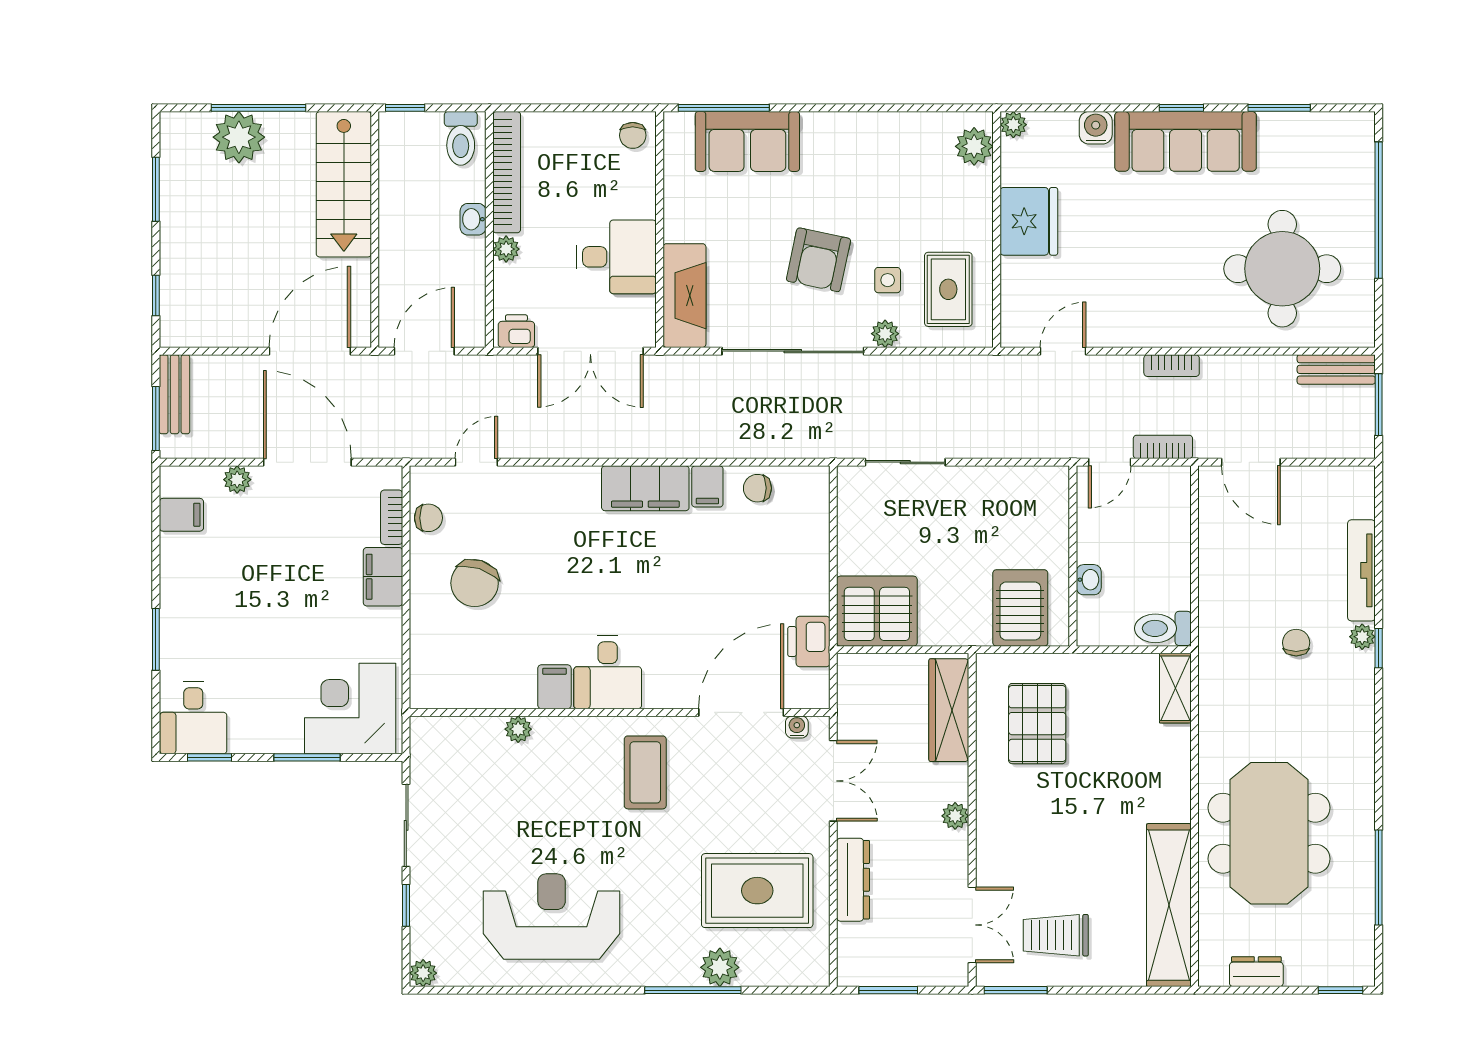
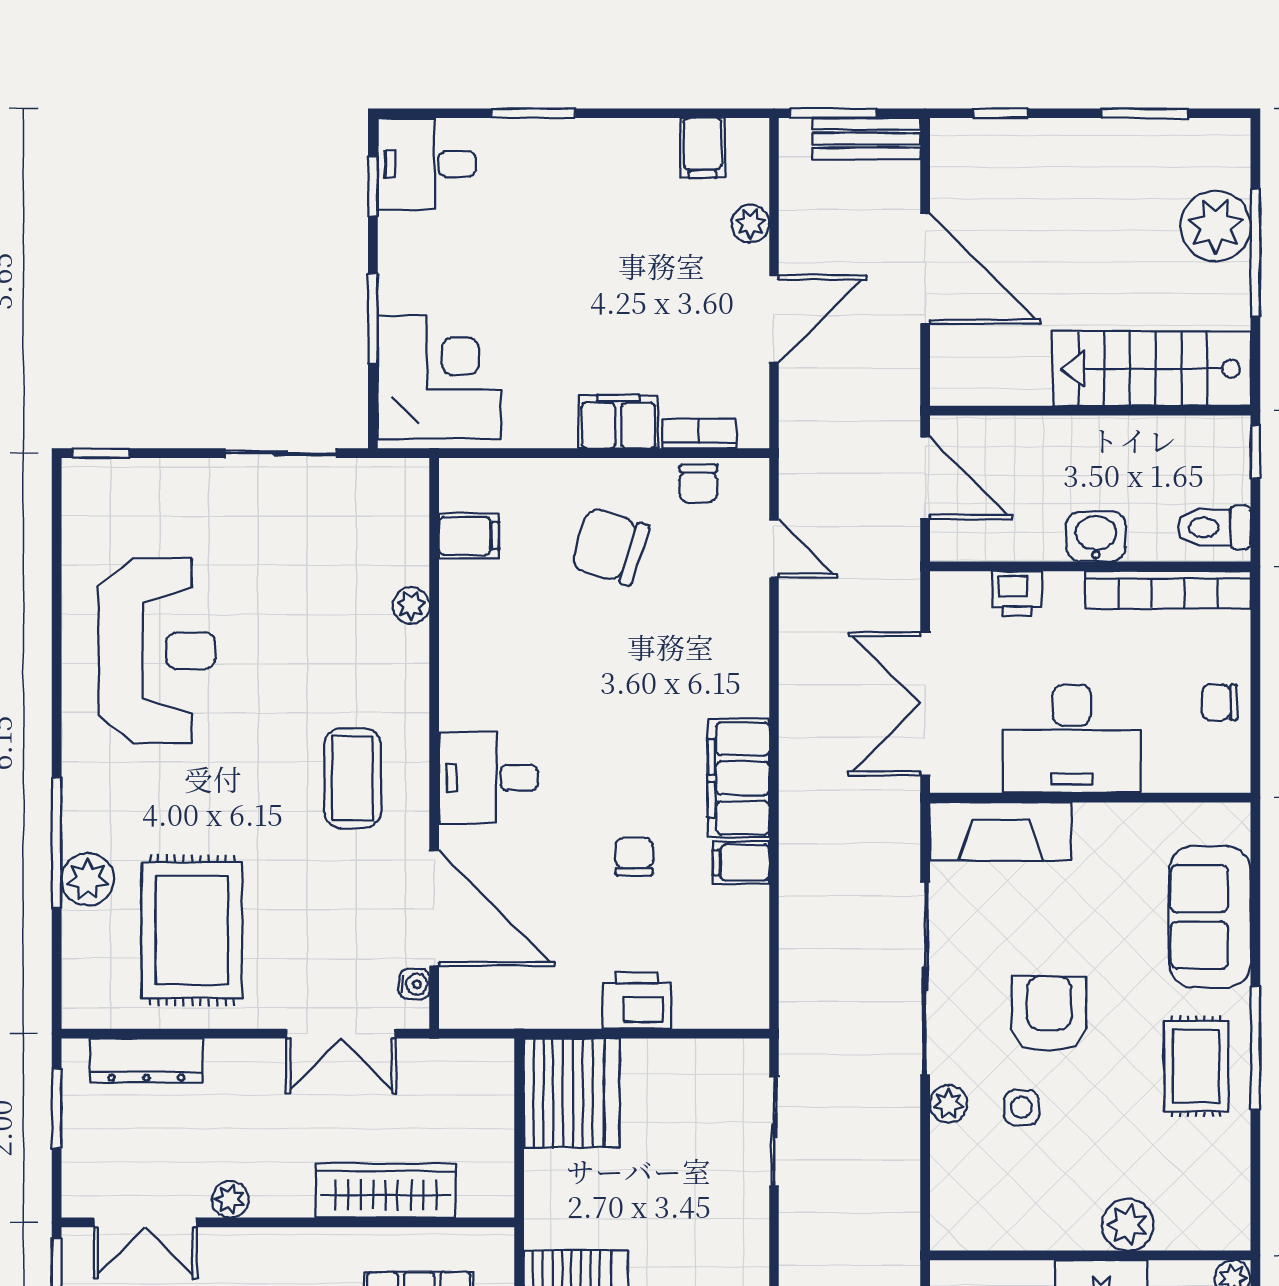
window: (724, 108) -> (1255, 1048), moved
chair: (633, 135) -> (1219, 702), moved
plant: (974, 146) -> (1128, 1225), moved
washbasin: (473, 219) -> (1096, 536), width x1.38, depth x1.45
plant: (506, 249) -> (1064, 589), removed
desk: (616, 257) -> (1072, 739), width x1.37
armchair: (818, 260) -> (1049, 1014), turned 78
rug: (948, 289) -> (1196, 1066), moved, turned 90
printer: (516, 331) -> (1017, 593), moved, turned 90
door: (310, 351) -> (925, 269), moved
door: (307, 462) -> (774, 319), width x0.73
chair: (757, 488) -> (634, 856), moved
printer: (809, 642) -> (637, 1000), moved
desk: (608, 672) -> (488, 778), moved
filing cabinet: (554, 687) -> (469, 536), moved
wardrobe: (949, 710) -> (386, 1191), moved
coffee table: (645, 772) -> (353, 778), turned 90
plant: (955, 816) -> (230, 1199), moved
dresser: (853, 880) -> (146, 1060), moved
window: (406, 905) -> (101, 453), moved
plant: (423, 973) -> (80, 476), removed

